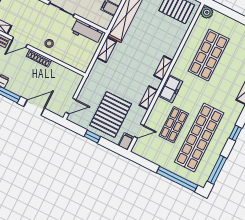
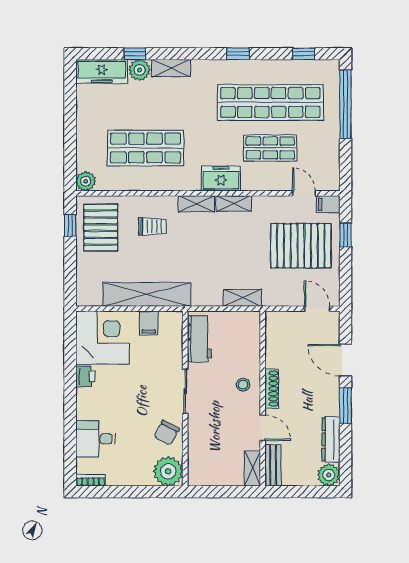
trolley: (163, 37) -> (153, 226), added
shelving: (107, 50) -> (243, 298), moved
shelving: (148, 98) -> (234, 203), moved
window: (92, 137) -> (346, 235), moved
window: (217, 170) -> (304, 54), width x0.46

